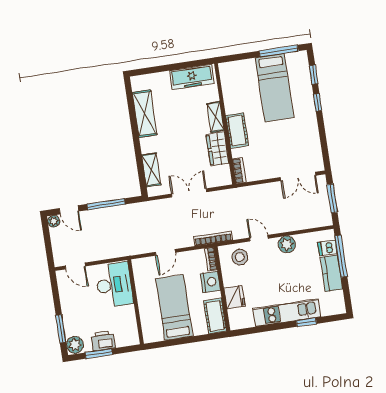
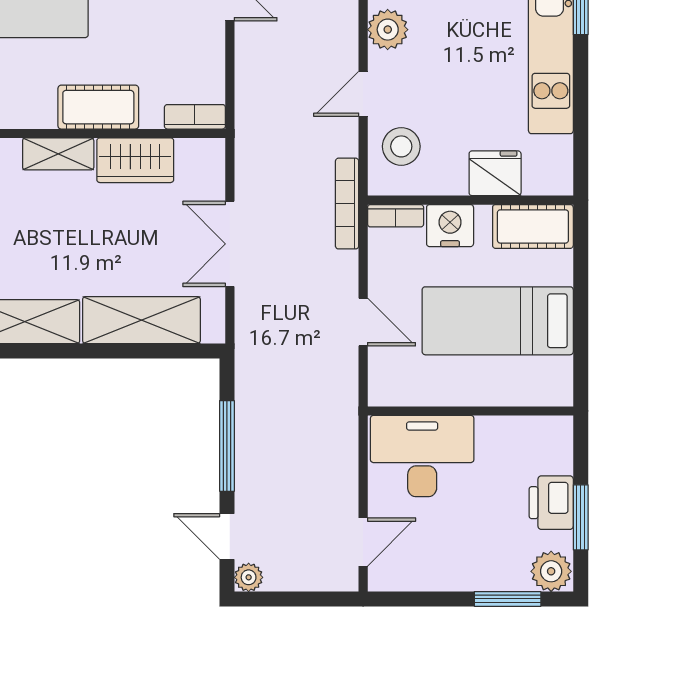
shelving: (151, 170) -> (141, 320), width x1.50, depth x1.33
door: (69, 210) -> (227, 536), swing flipped

